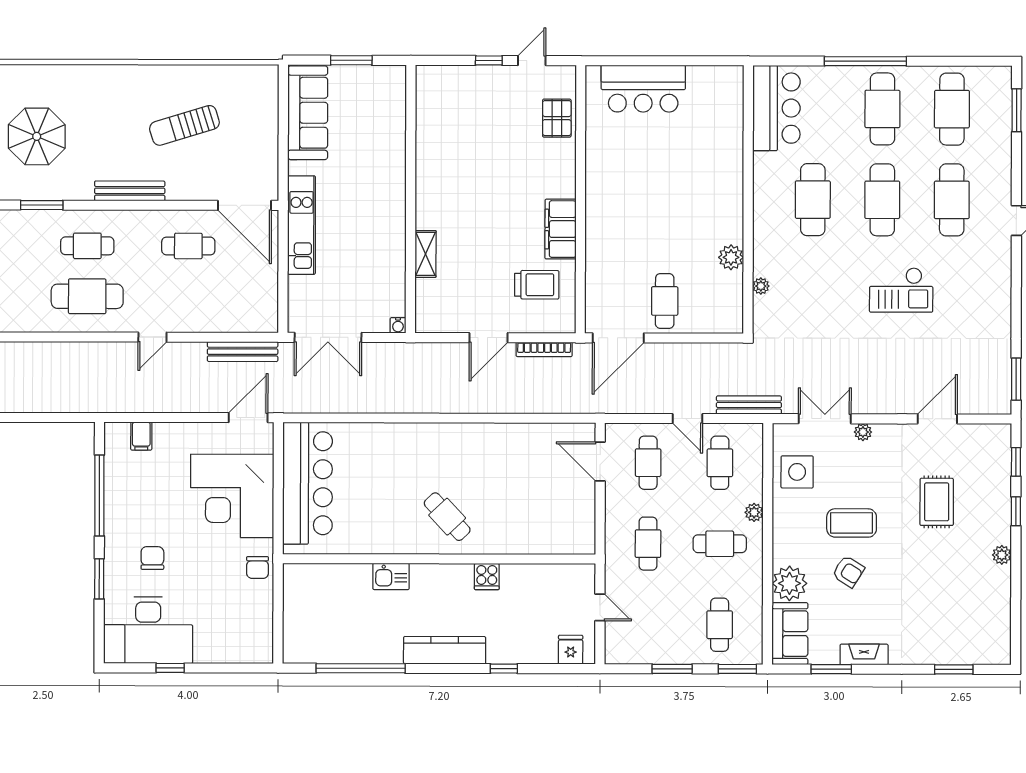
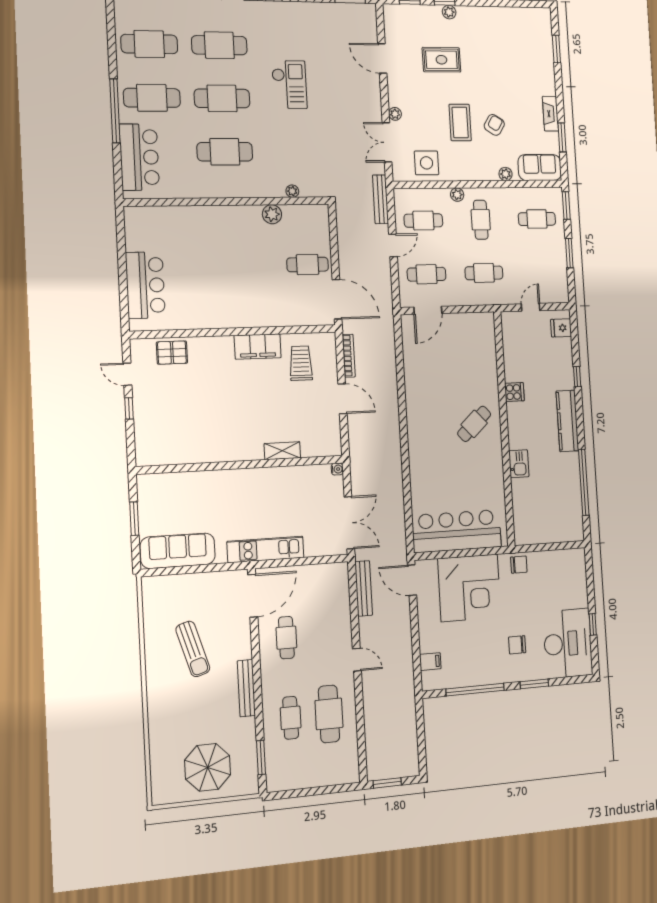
bar counter: (776, 108) -> (139, 157), moved, turned 90
plant: (1002, 555) -> (449, 12), moved
plant: (789, 583) -> (506, 174), width x0.53, depth x0.53

